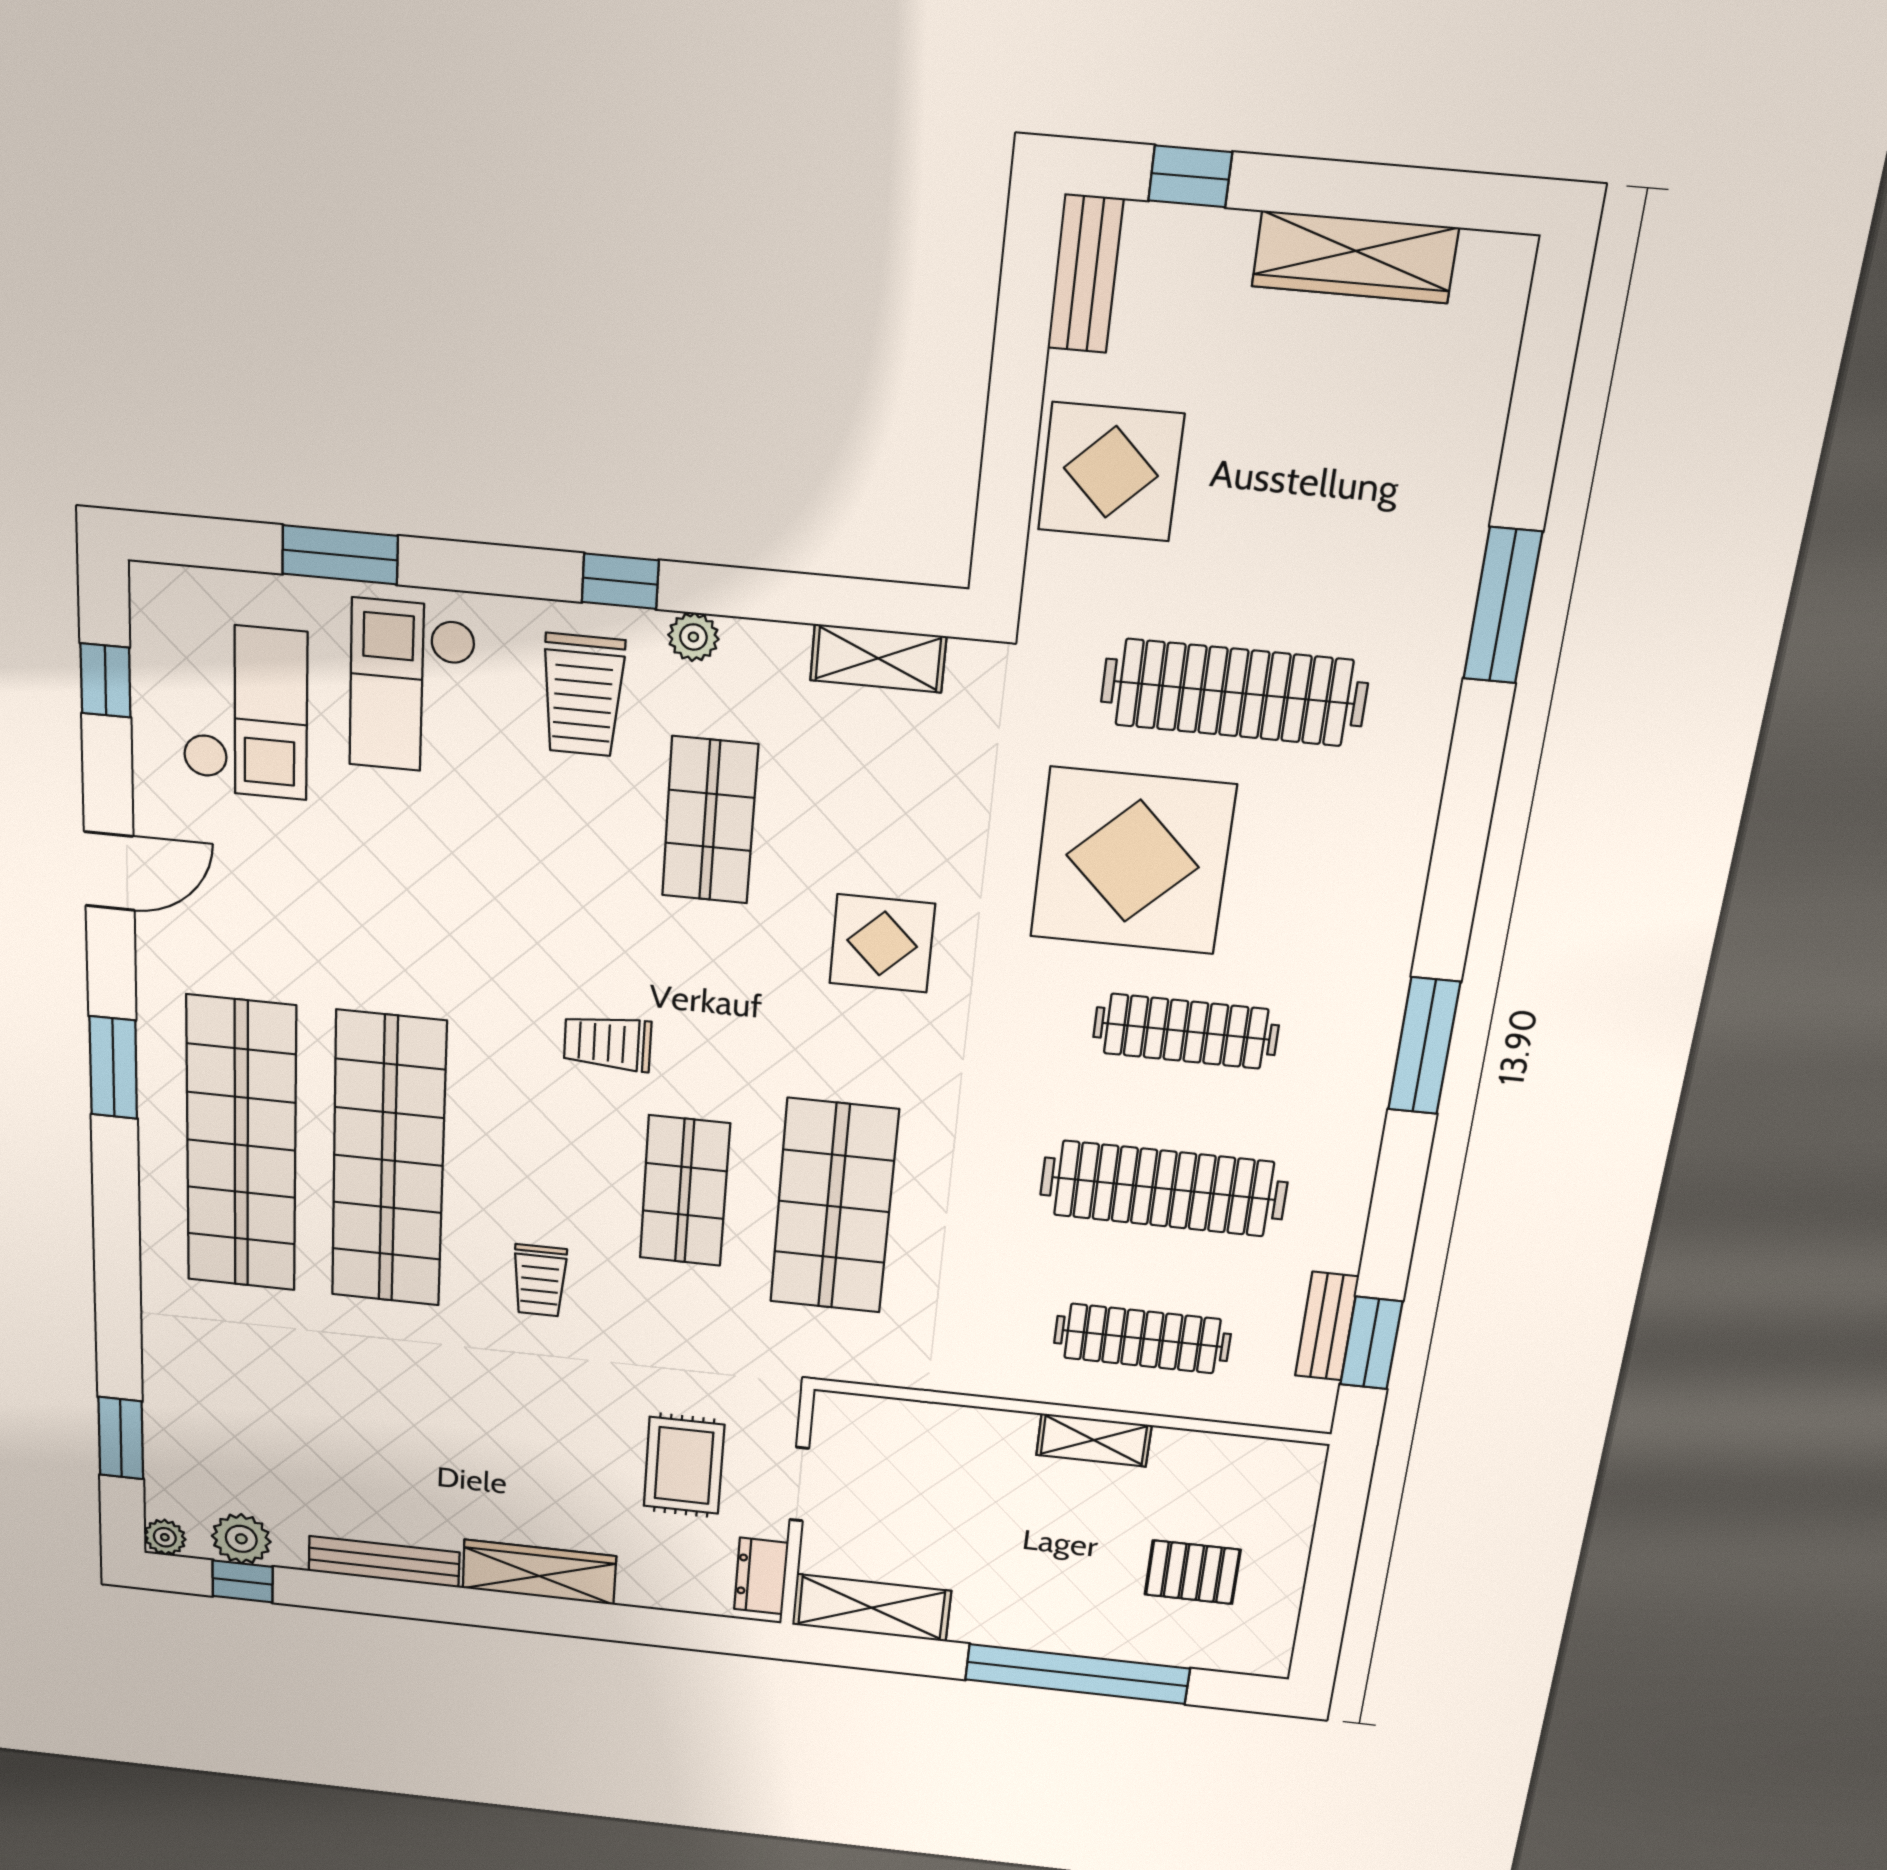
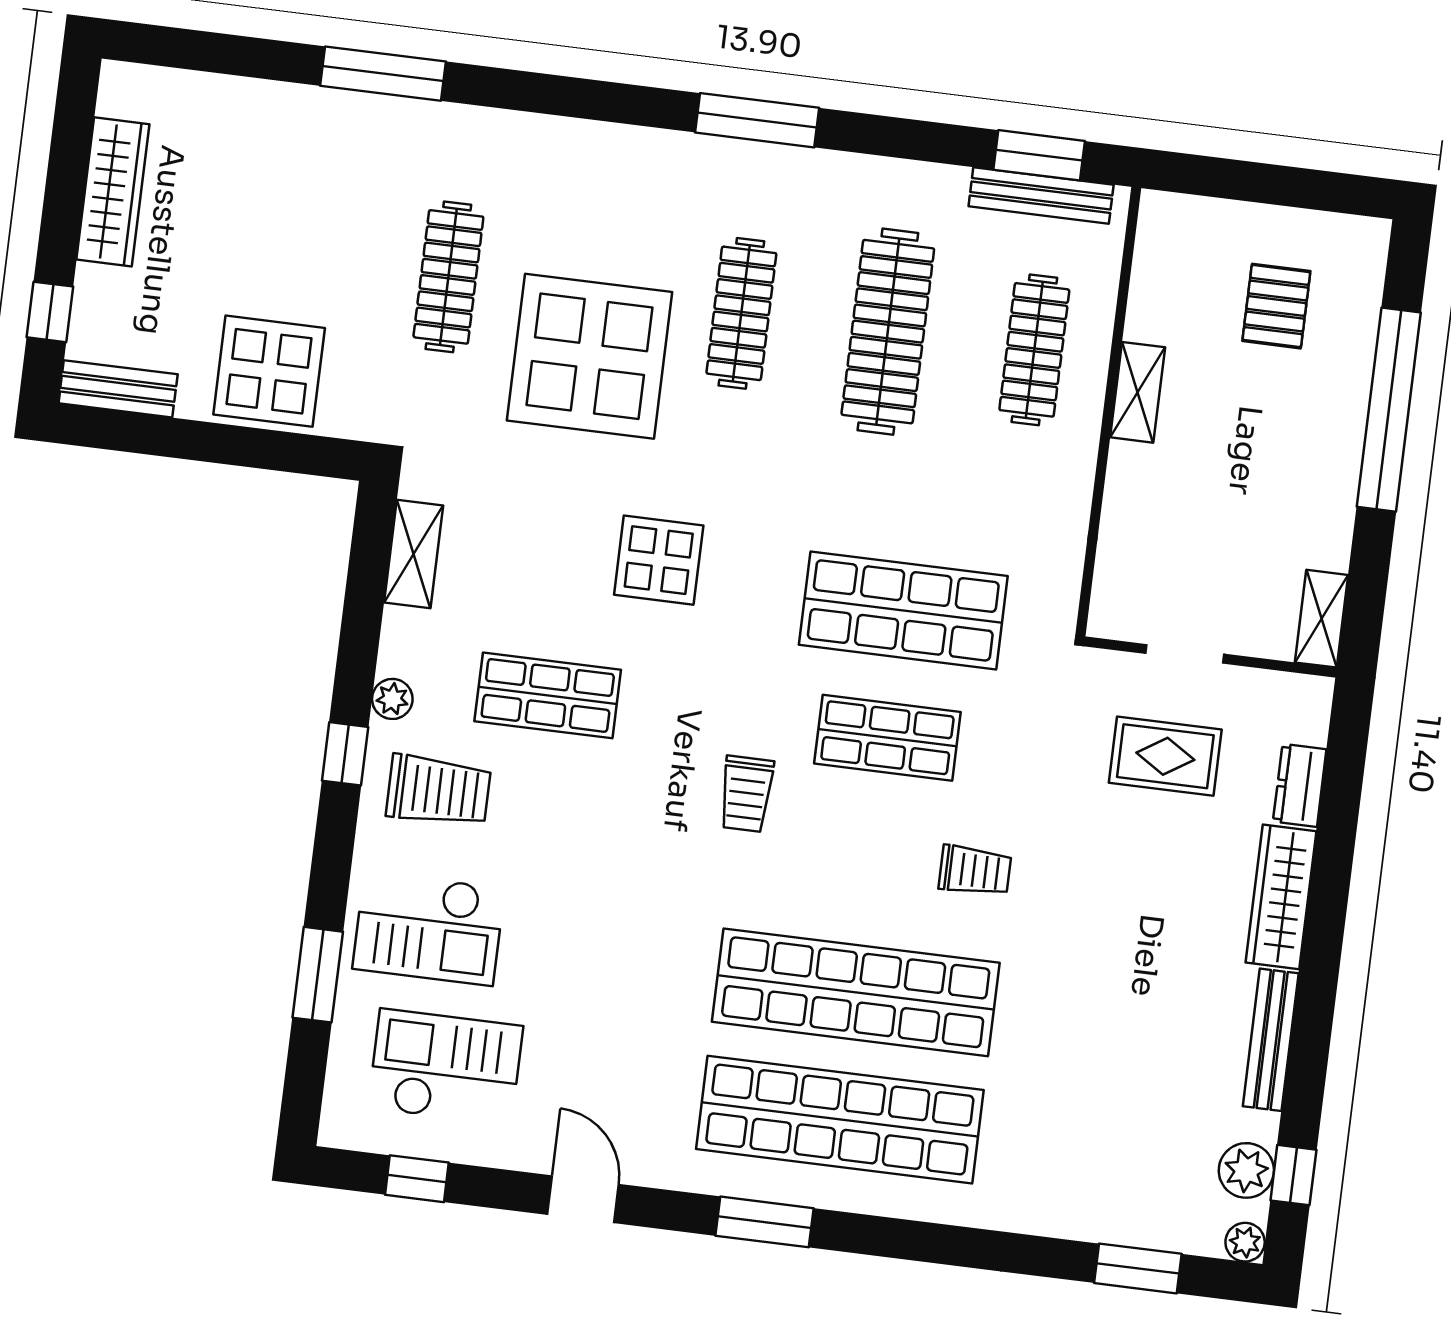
clothes rail: (1234, 692) -> (448, 277), width x0.73, depth x0.76
bench: (1327, 1326) -> (1041, 195), width x1.36
dresser: (761, 1576) -> (1300, 785), moved, turned 90
shelving: (871, 1608) -> (1322, 619), width x0.67, depth x0.75

